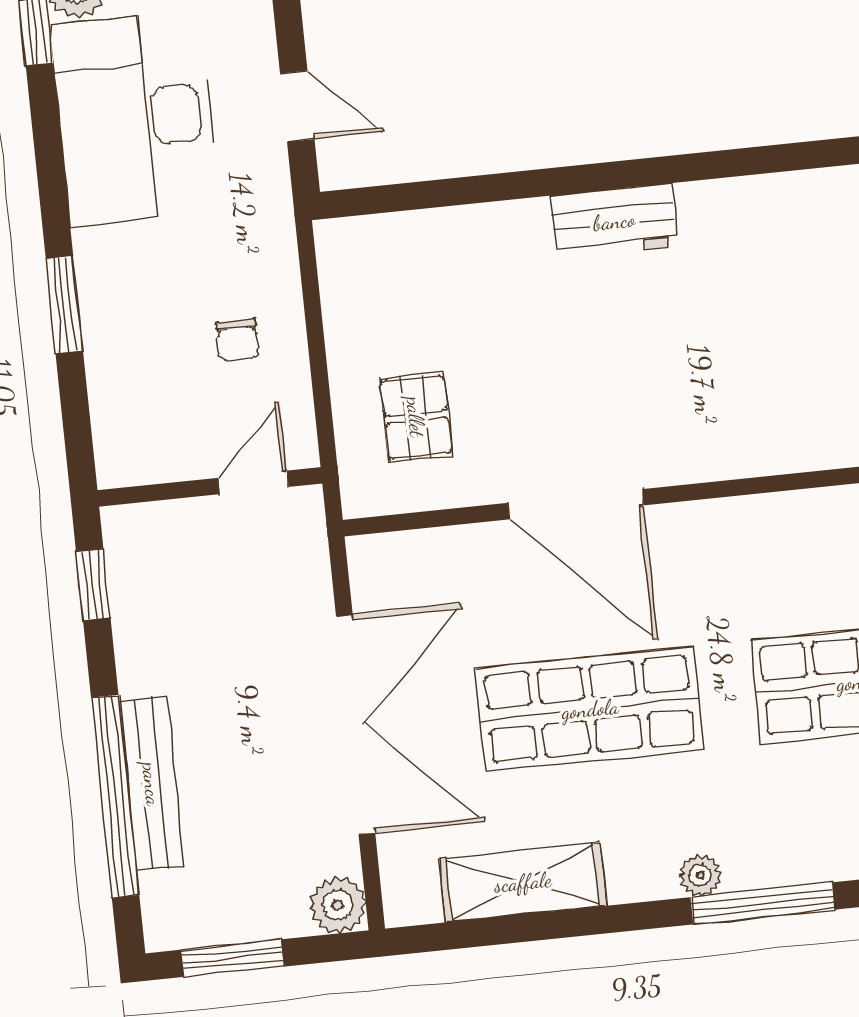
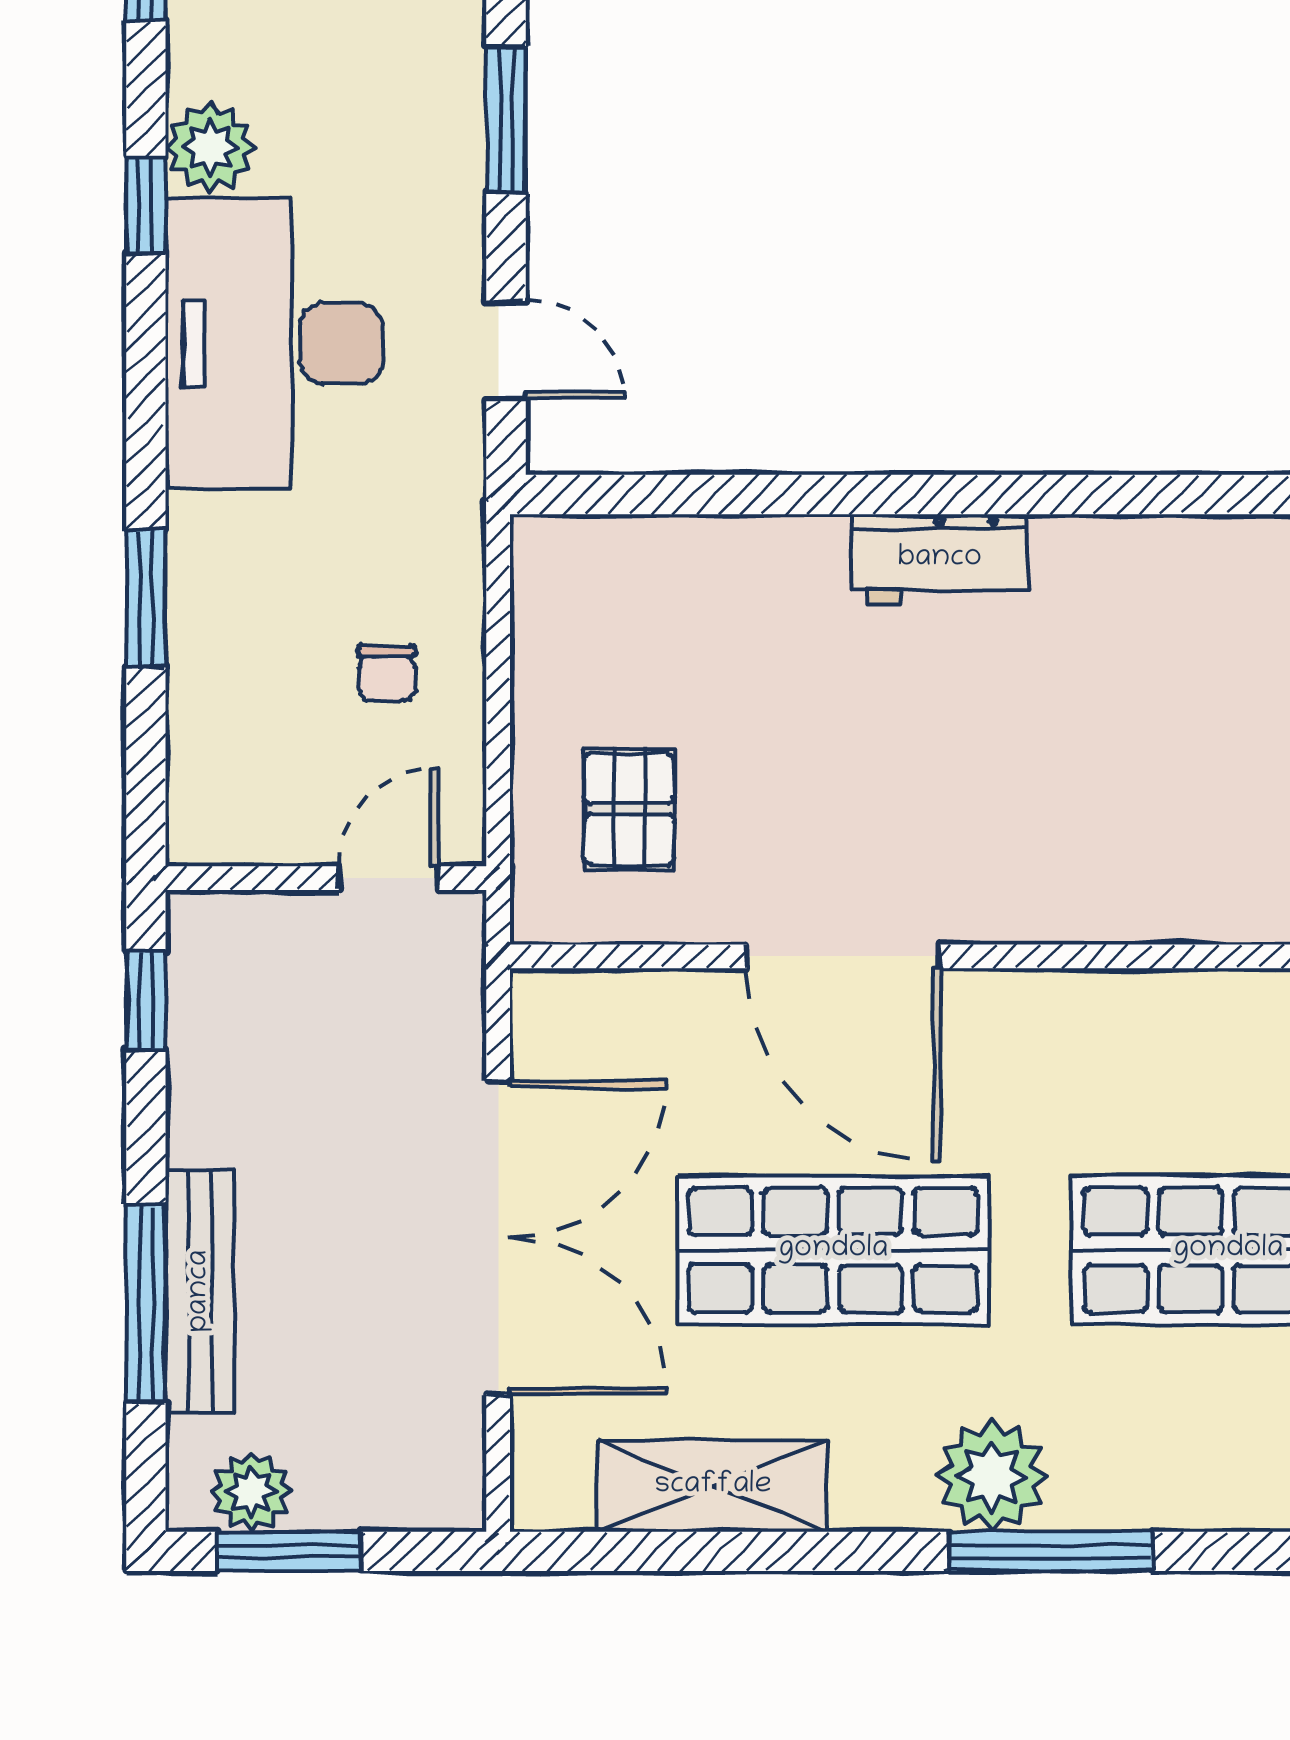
window: (115, 796) -> (146, 1304), width x0.68
plant: (700, 875) -> (992, 1476), width x1.87, depth x1.87
plant: (338, 905) -> (251, 1492), moved

